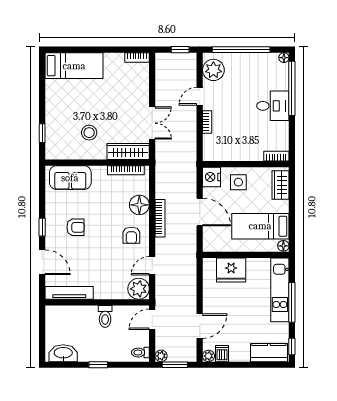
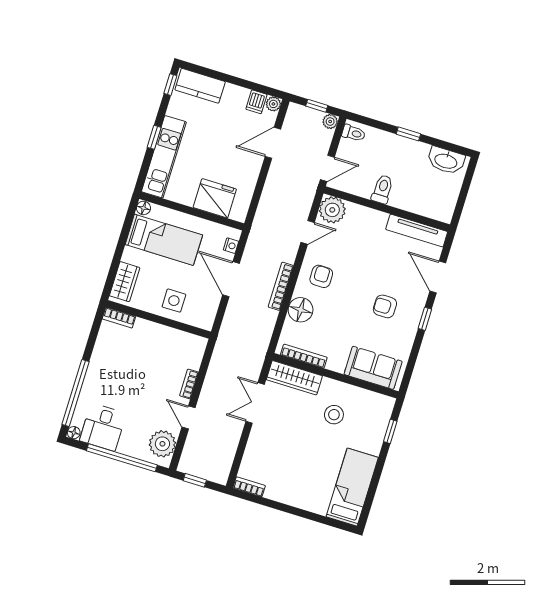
bed: (74, 66) -> (352, 487), moved, turned 90
door: (200, 96) -> (188, 417), swing flipped
desk: (273, 106) -> (103, 427), moved, turned -90
nightstand: (212, 177) -> (231, 246), moved, width x0.53, depth x0.56
window: (292, 302) -> (154, 137), width x0.46
window: (175, 365) -> (317, 106), width x0.67

